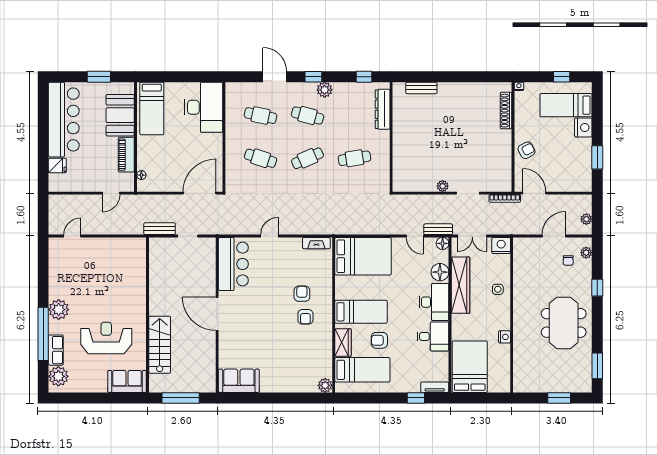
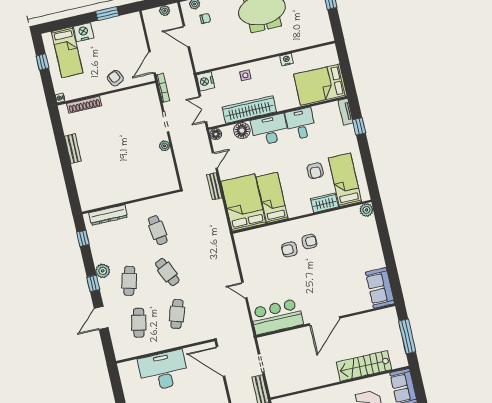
bench: (421, 88) -> (73, 149), moved
desk: (204, 107) -> (163, 371), moved
bench: (438, 229) -> (214, 186), moved
double door: (472, 236) -> (203, 109), swing flipped
fireplace: (316, 243) -> (241, 247), removed
bed: (361, 312) -> (272, 198), moved

